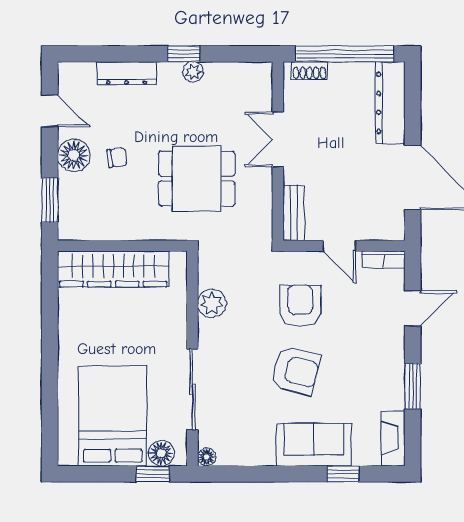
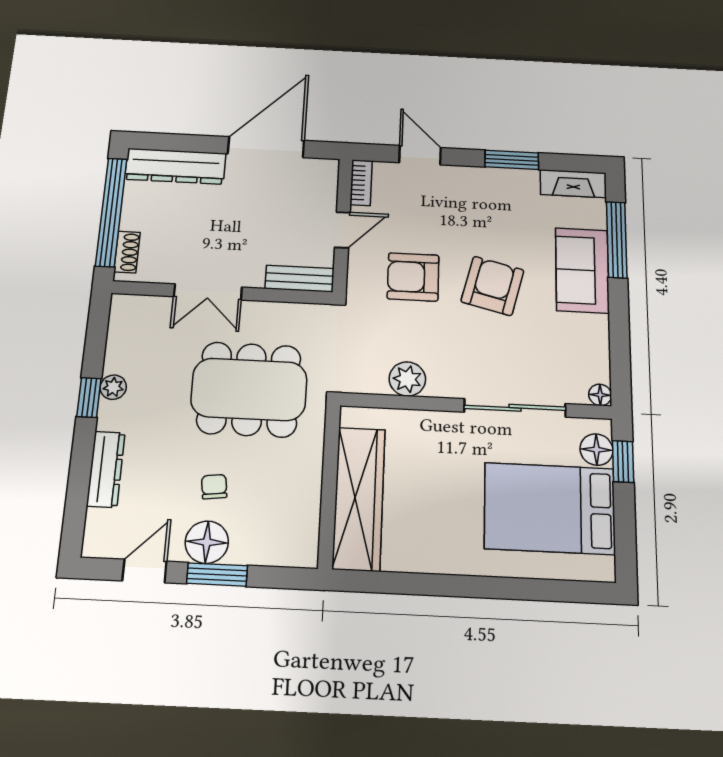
dining table: (197, 179) -> (249, 389), width x1.38
window: (50, 200) -> (217, 574), moved
window: (343, 474) -> (617, 240), width x2.17

